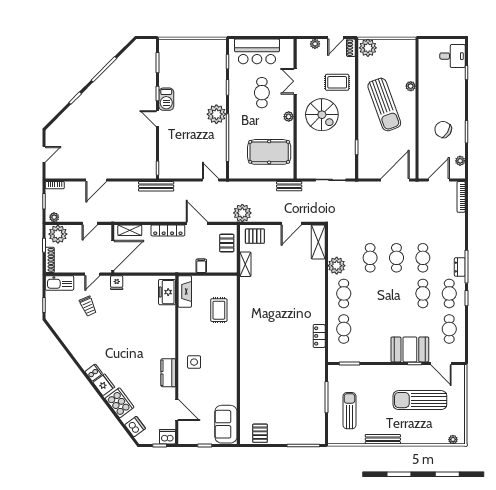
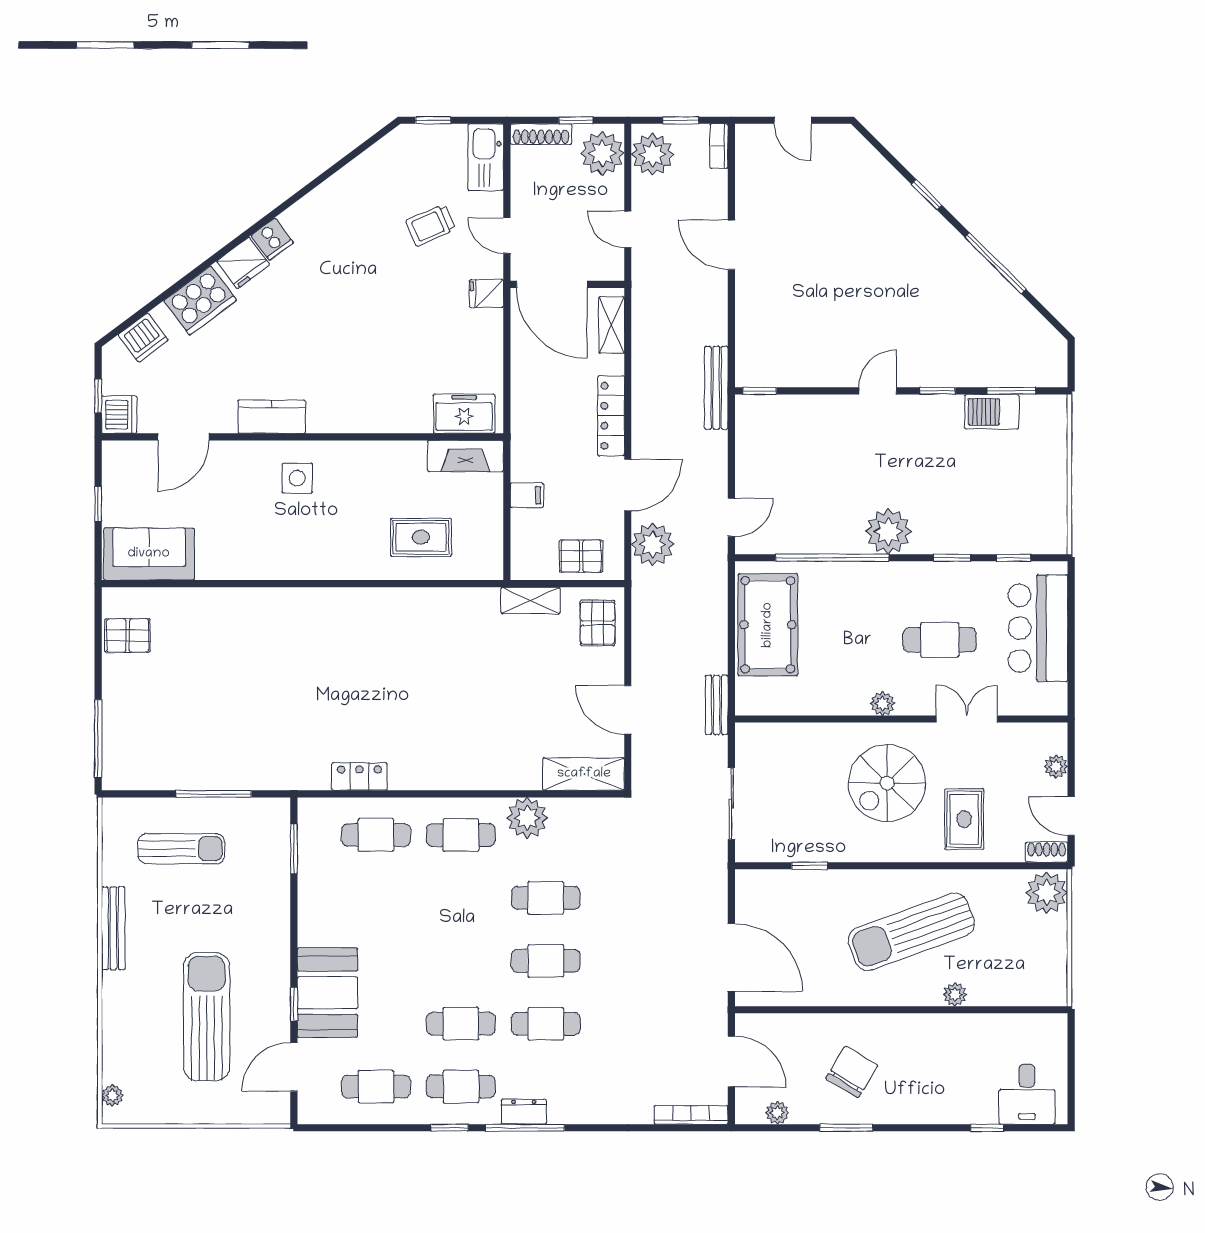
barbecue: (166, 99) -> (992, 412), moved
pool table: (269, 152) -> (768, 625), moved
plant: (242, 213) -> (653, 544), moved
plant: (54, 217) -> (652, 154), width x1.87, depth x1.87

